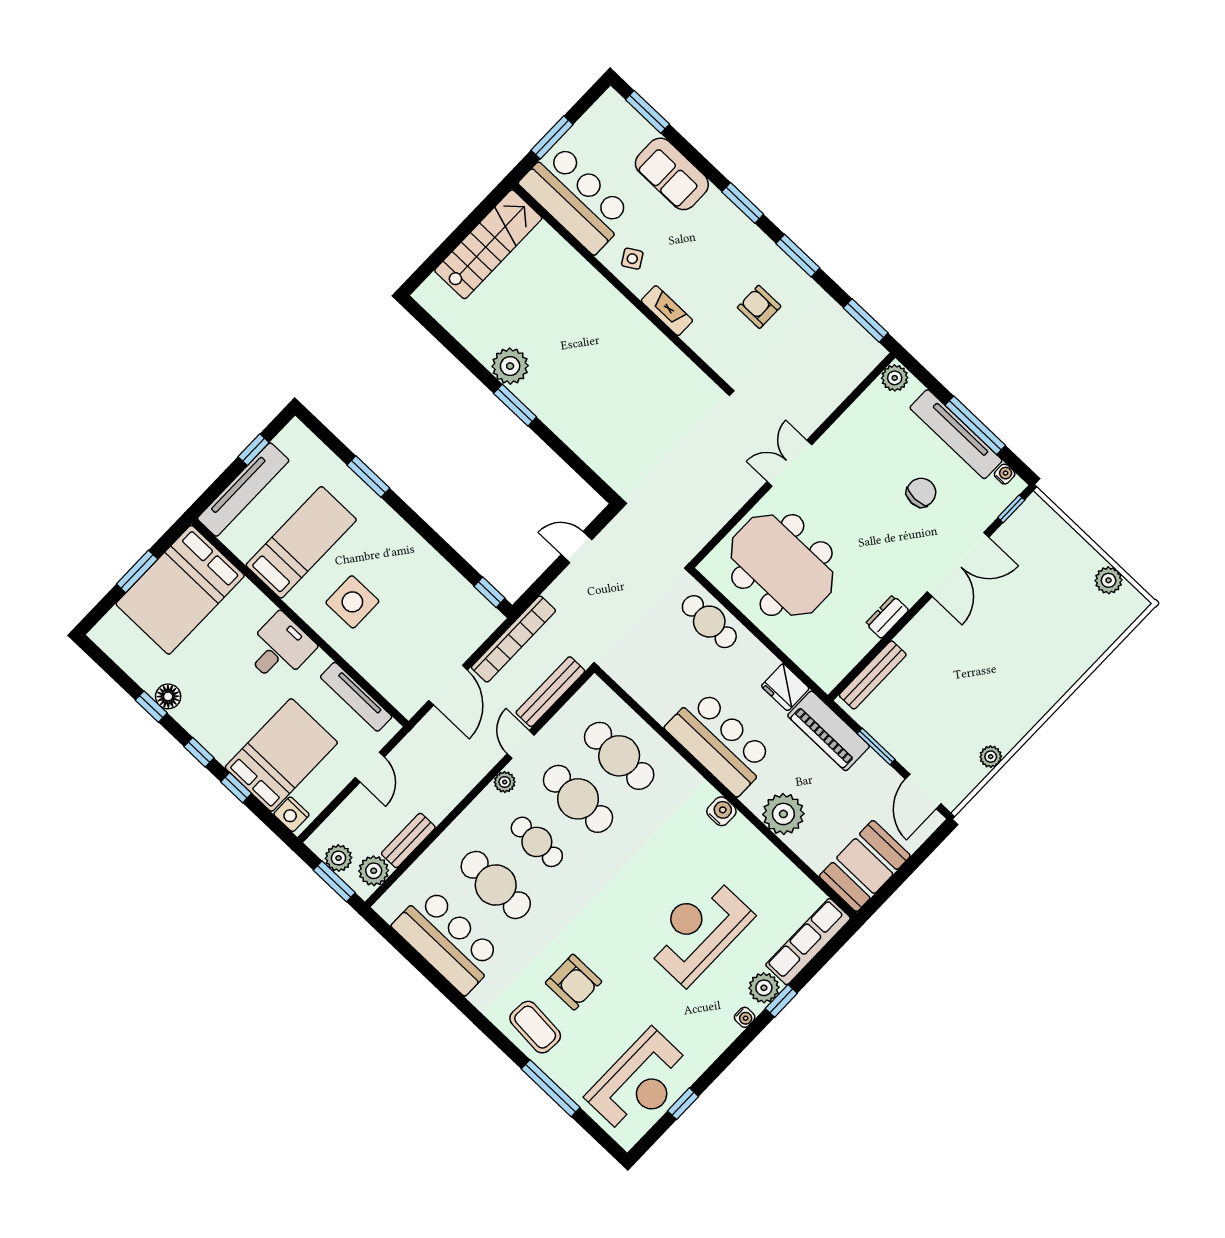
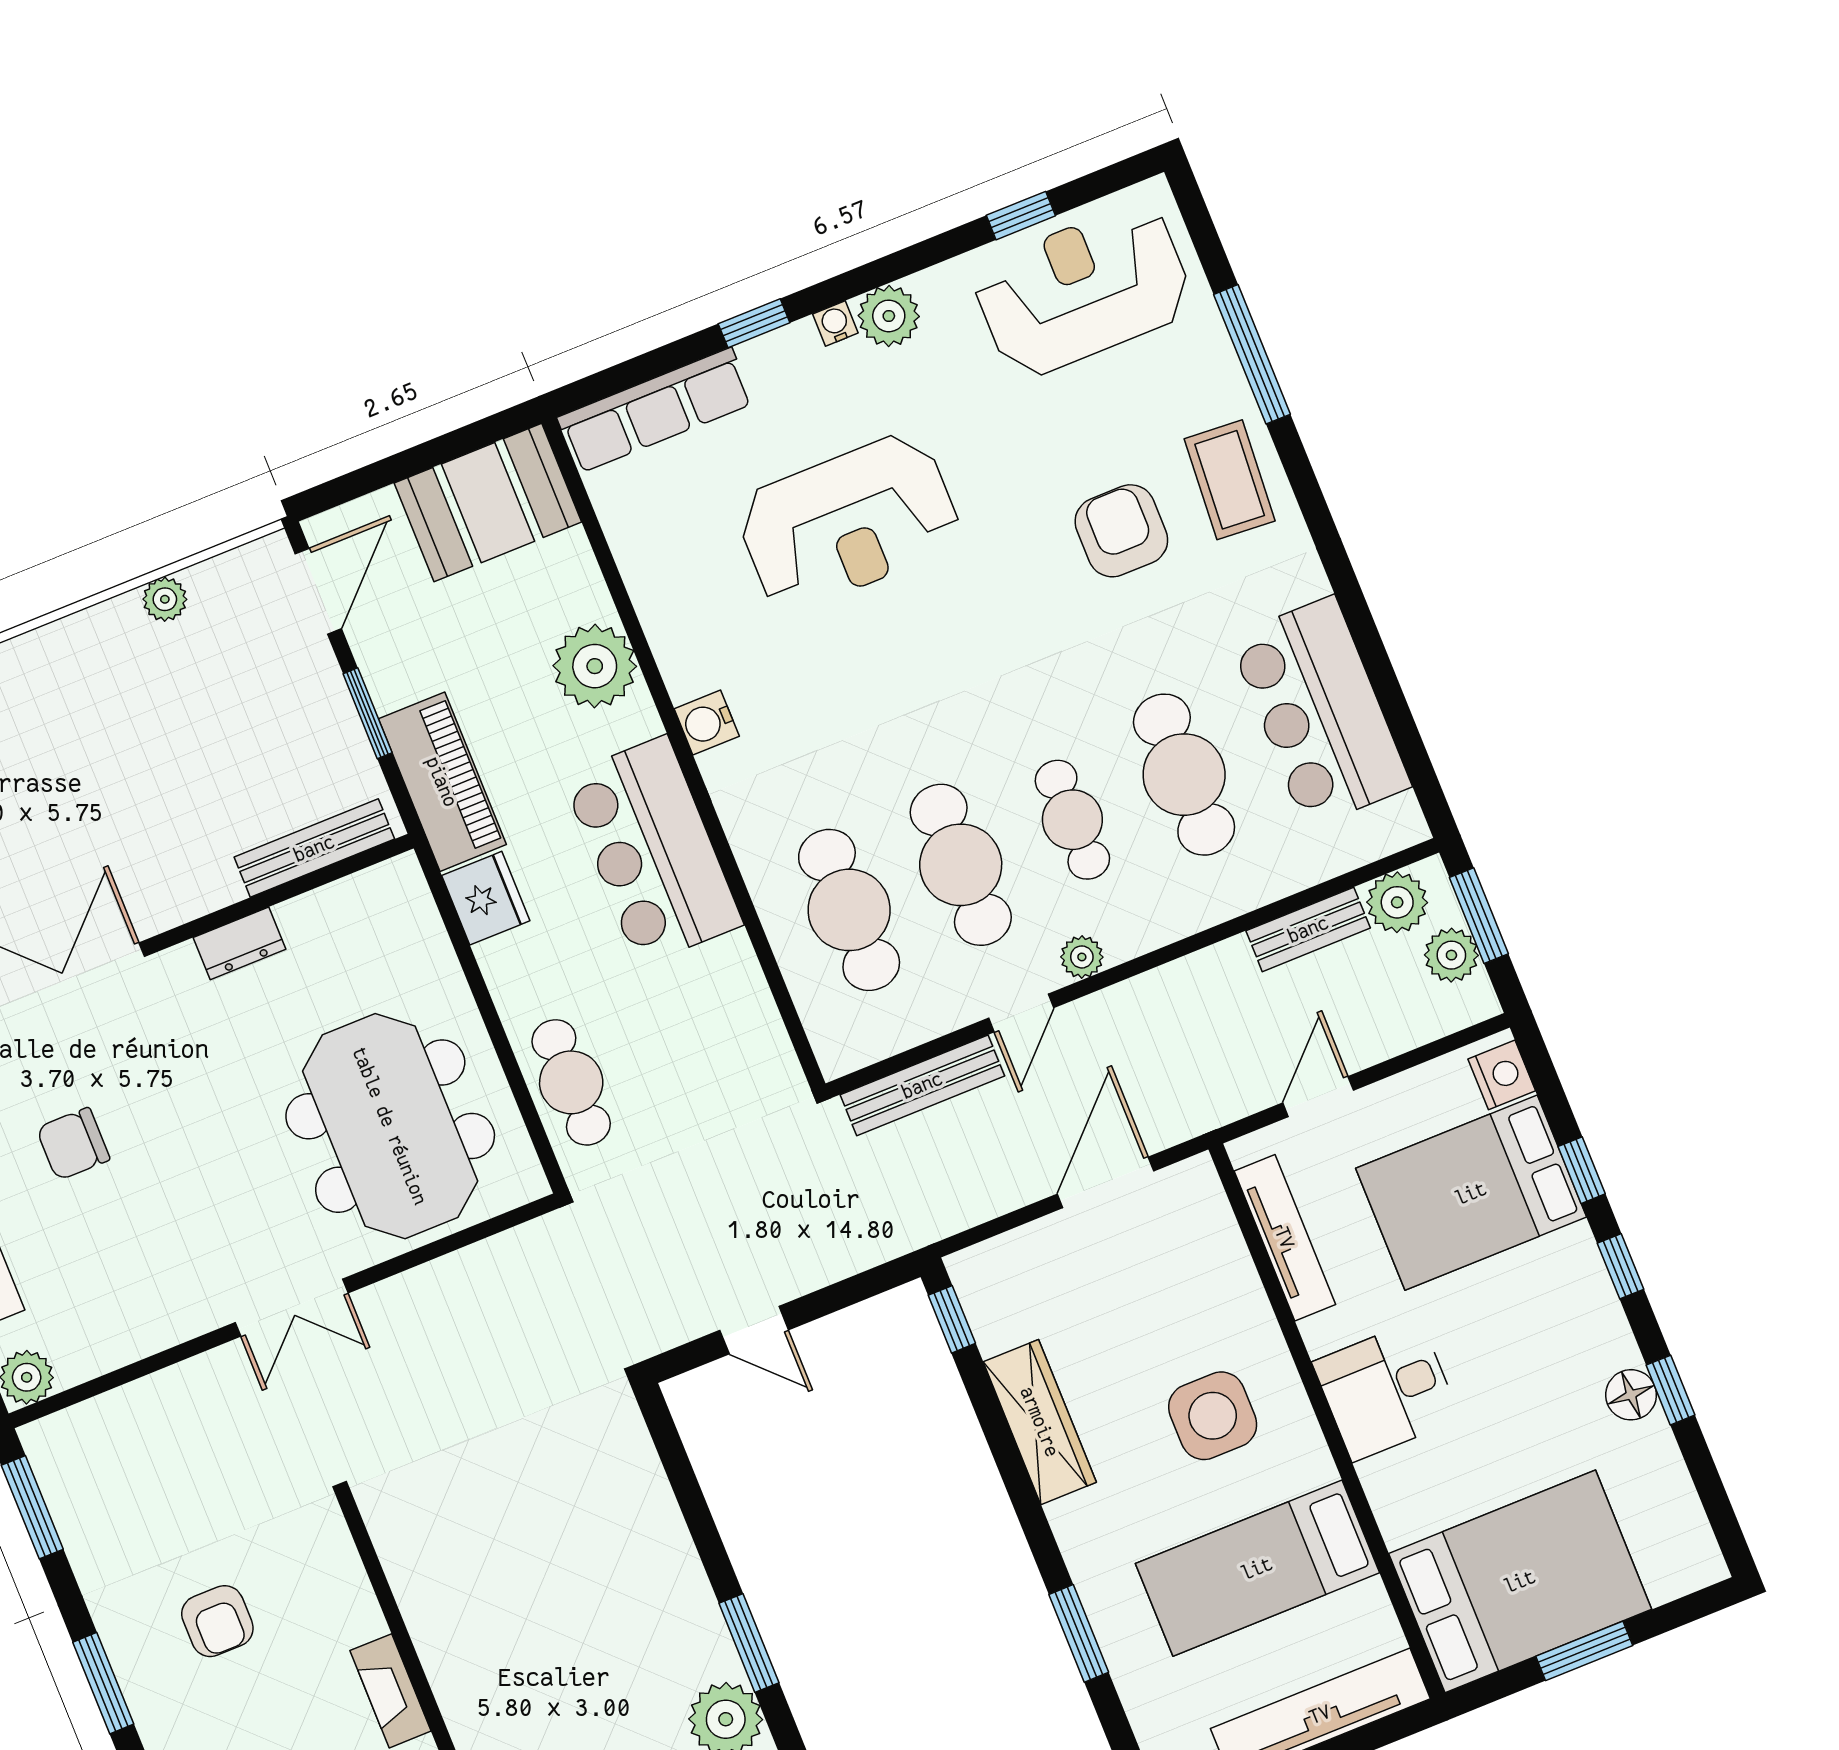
wardrobe: (429, 564) -> (1040, 1422), added
bookcase: (513, 639) -> (947, 1213), removed
plant: (764, 988) -> (889, 316), moved

